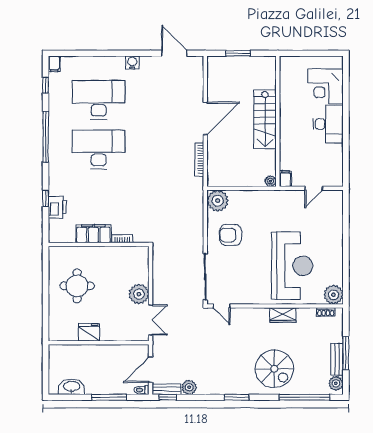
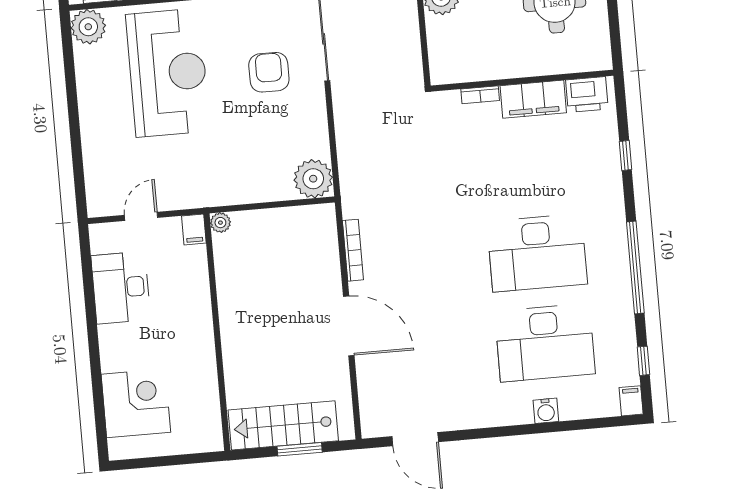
water cooler: (132, 63) -> (546, 411), moved
door: (205, 118) -> (349, 326), swing flipped
stairs: (265, 119) -> (283, 425), moved, turned -90
desk: (328, 124) -> (121, 288), moved
printer: (57, 207) -> (587, 95), moved, turned -90
armchair: (230, 235) -> (269, 72), moved, turned -90
reception desk: (292, 266) -> (168, 73), turned 180

